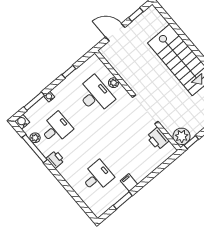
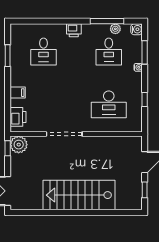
plant: (114, 83) -> (106, 127), removed
printer: (158, 139) -> (18, 117), moved, turned 90
printer: (55, 159) -> (74, 30), moved
filing cabinet: (129, 183) -> (18, 93), moved

